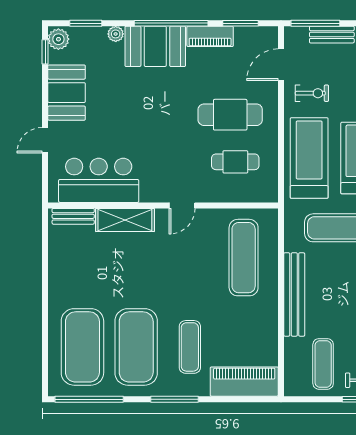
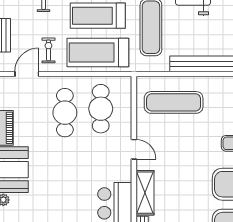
door: (281, 65) -> (27, 74), swing flipped
cafe table: (235, 162) -> (101, 109), width x1.37, depth x1.35

